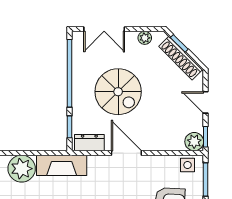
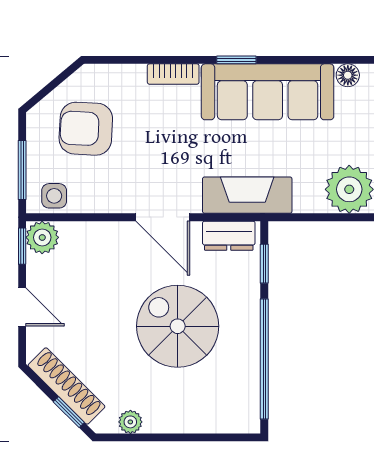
double door: (104, 29) -> (202, 437), removed
fireplace: (62, 165) -> (247, 195), moved

